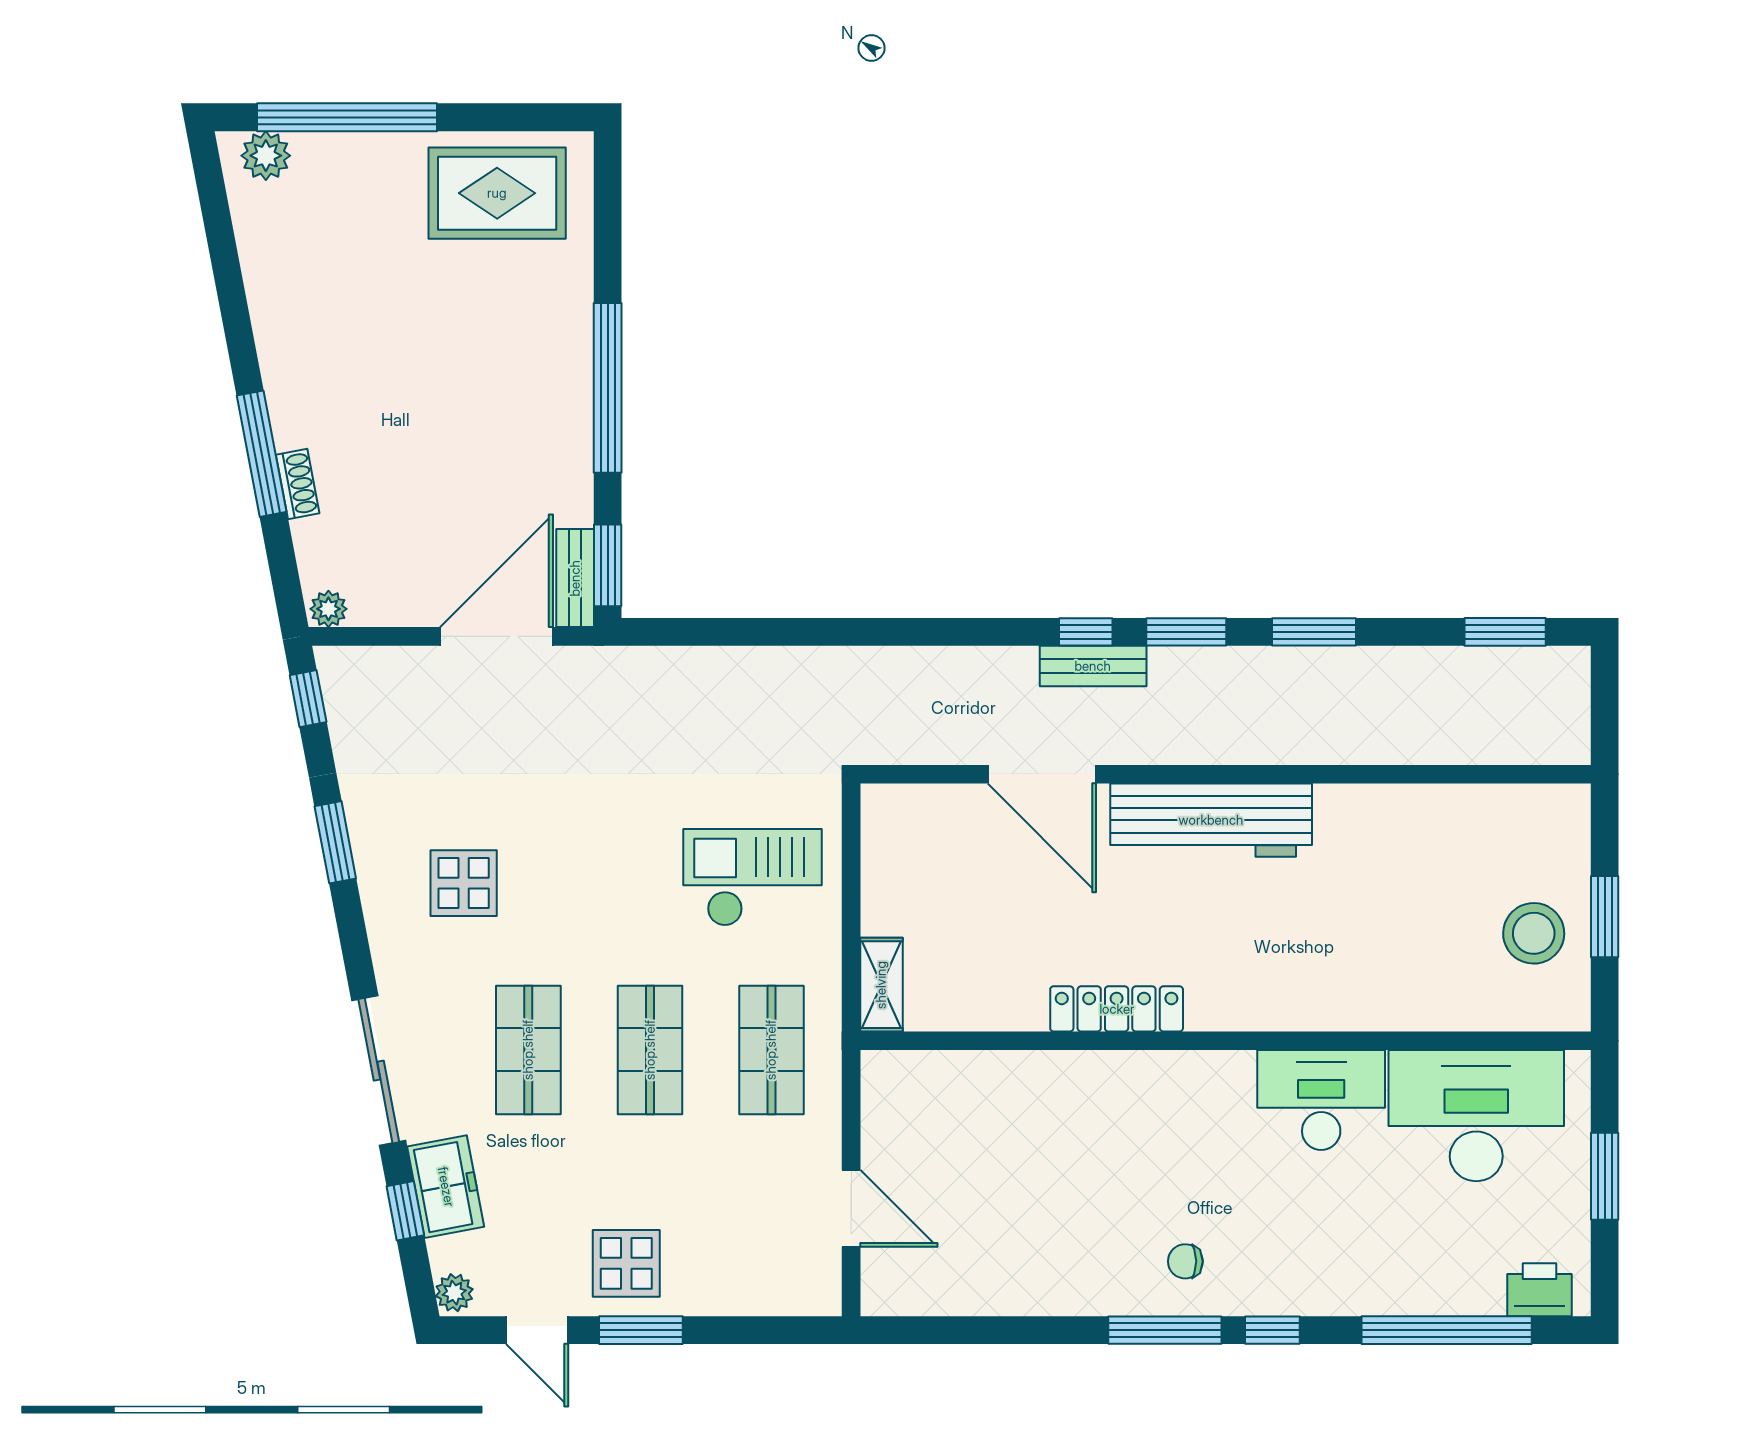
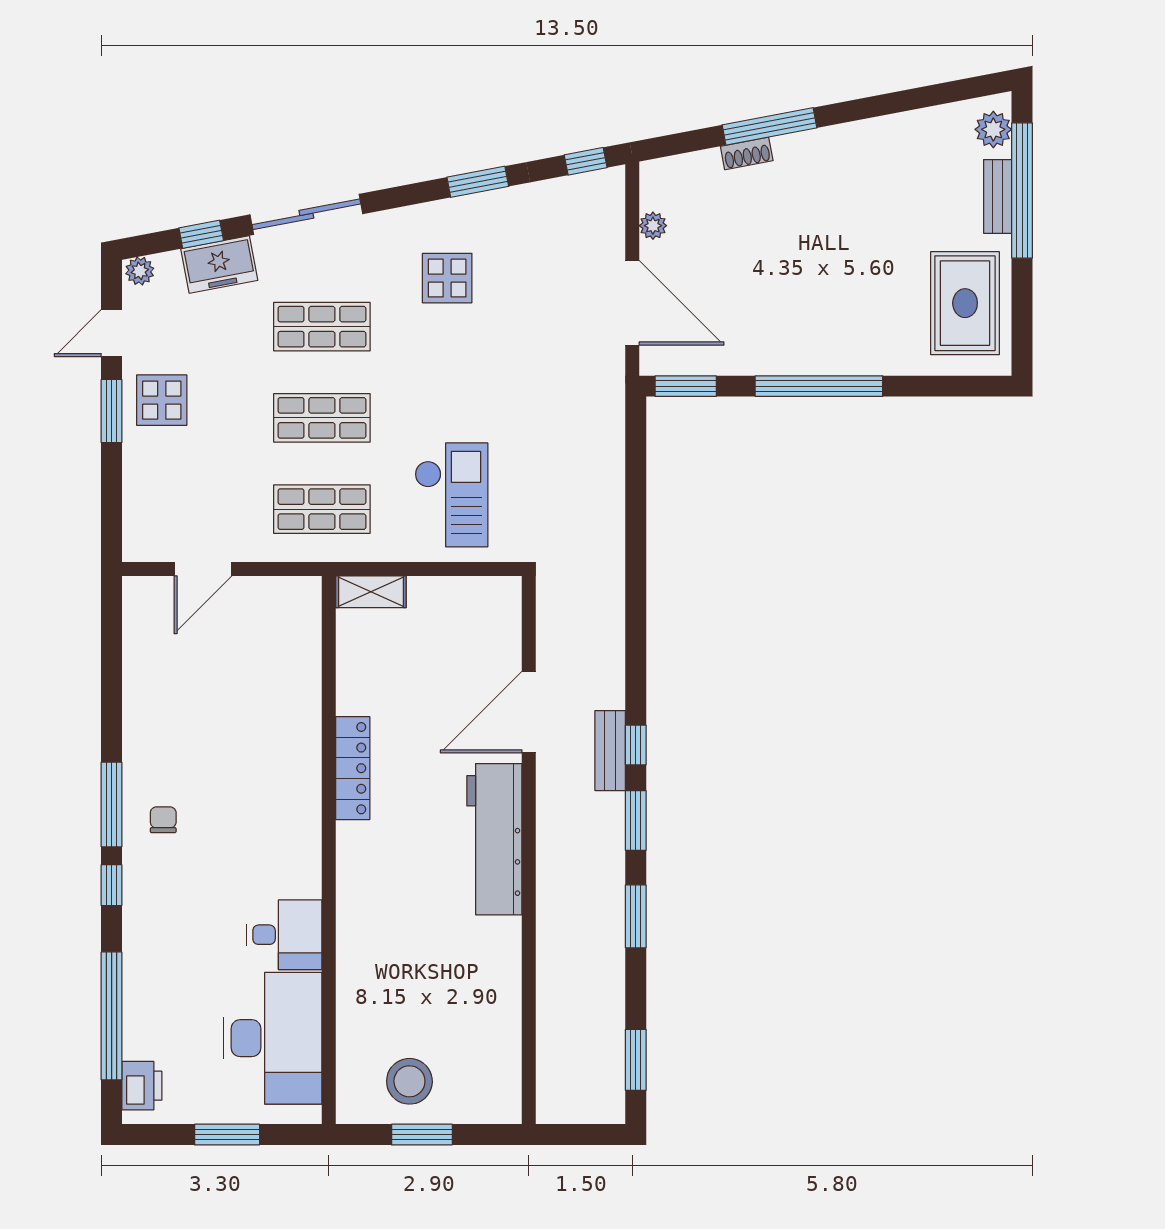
bench: (575, 578) -> (998, 196), moved, turned 90
plant: (328, 609) -> (653, 226), moved
desk: (1321, 1100) -> (284, 935), width x0.73

